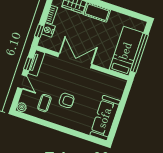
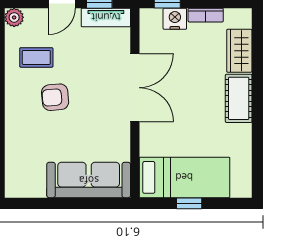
window: (139, 53) -> (189, 203), width x0.32
armchair: (67, 100) -> (55, 97), turned 85
sofa: (105, 118) -> (89, 180), moved

